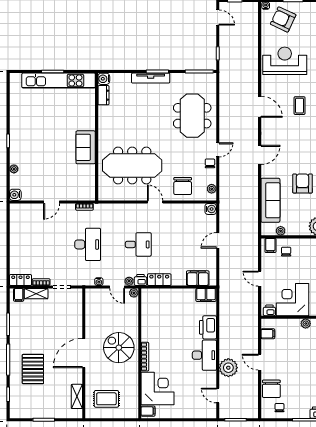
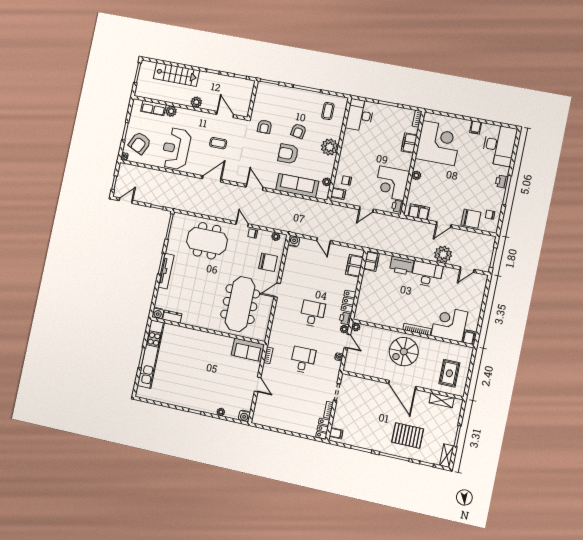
sofa: (86, 147) -> (248, 350), moved
desk: (88, 244) -> (303, 360), width x0.73
door: (117, 287) -> (347, 341), hinge flipped
shelving: (36, 294) -> (447, 456), moved
filing cabinet: (268, 334) -> (419, 212), width x2.00

